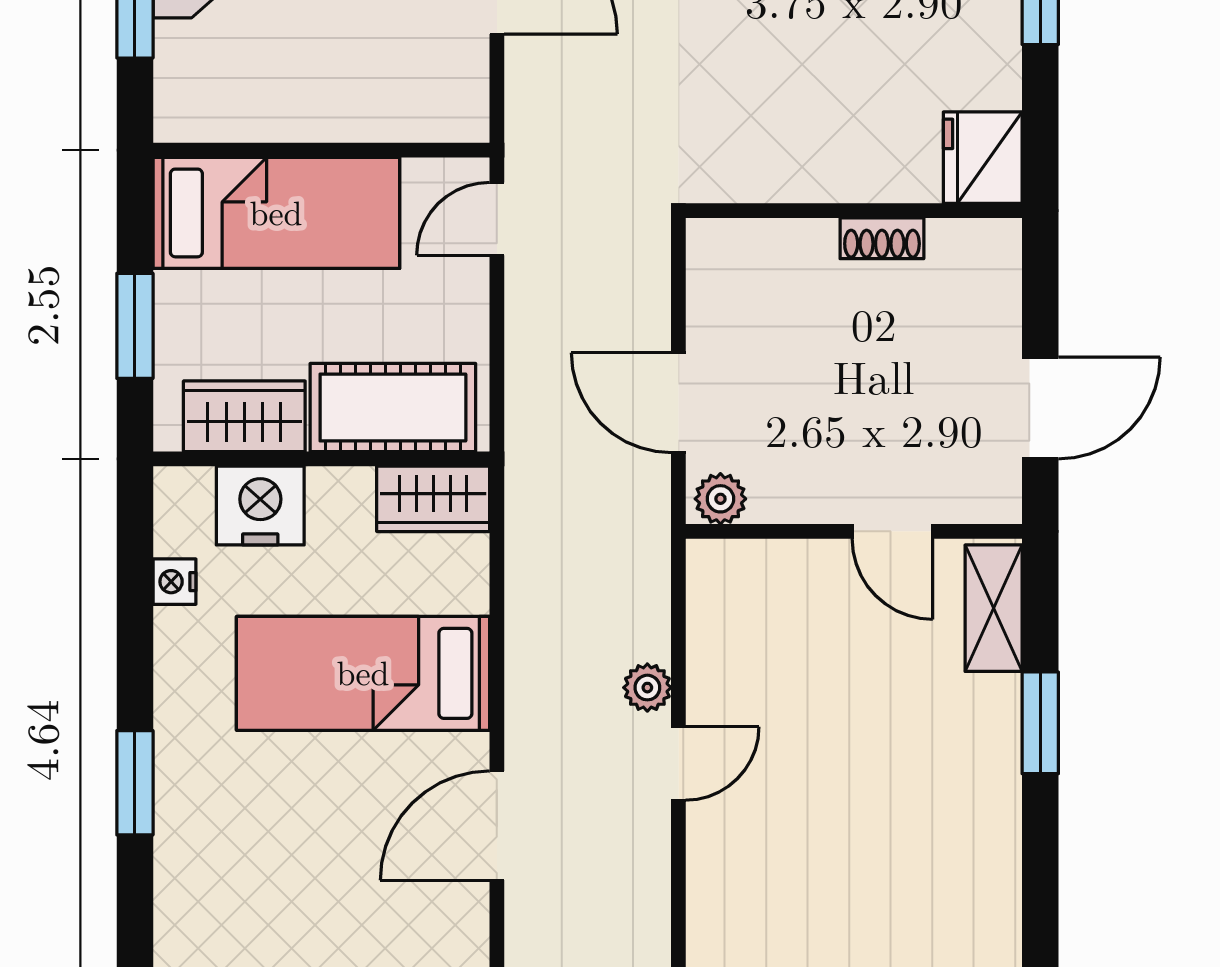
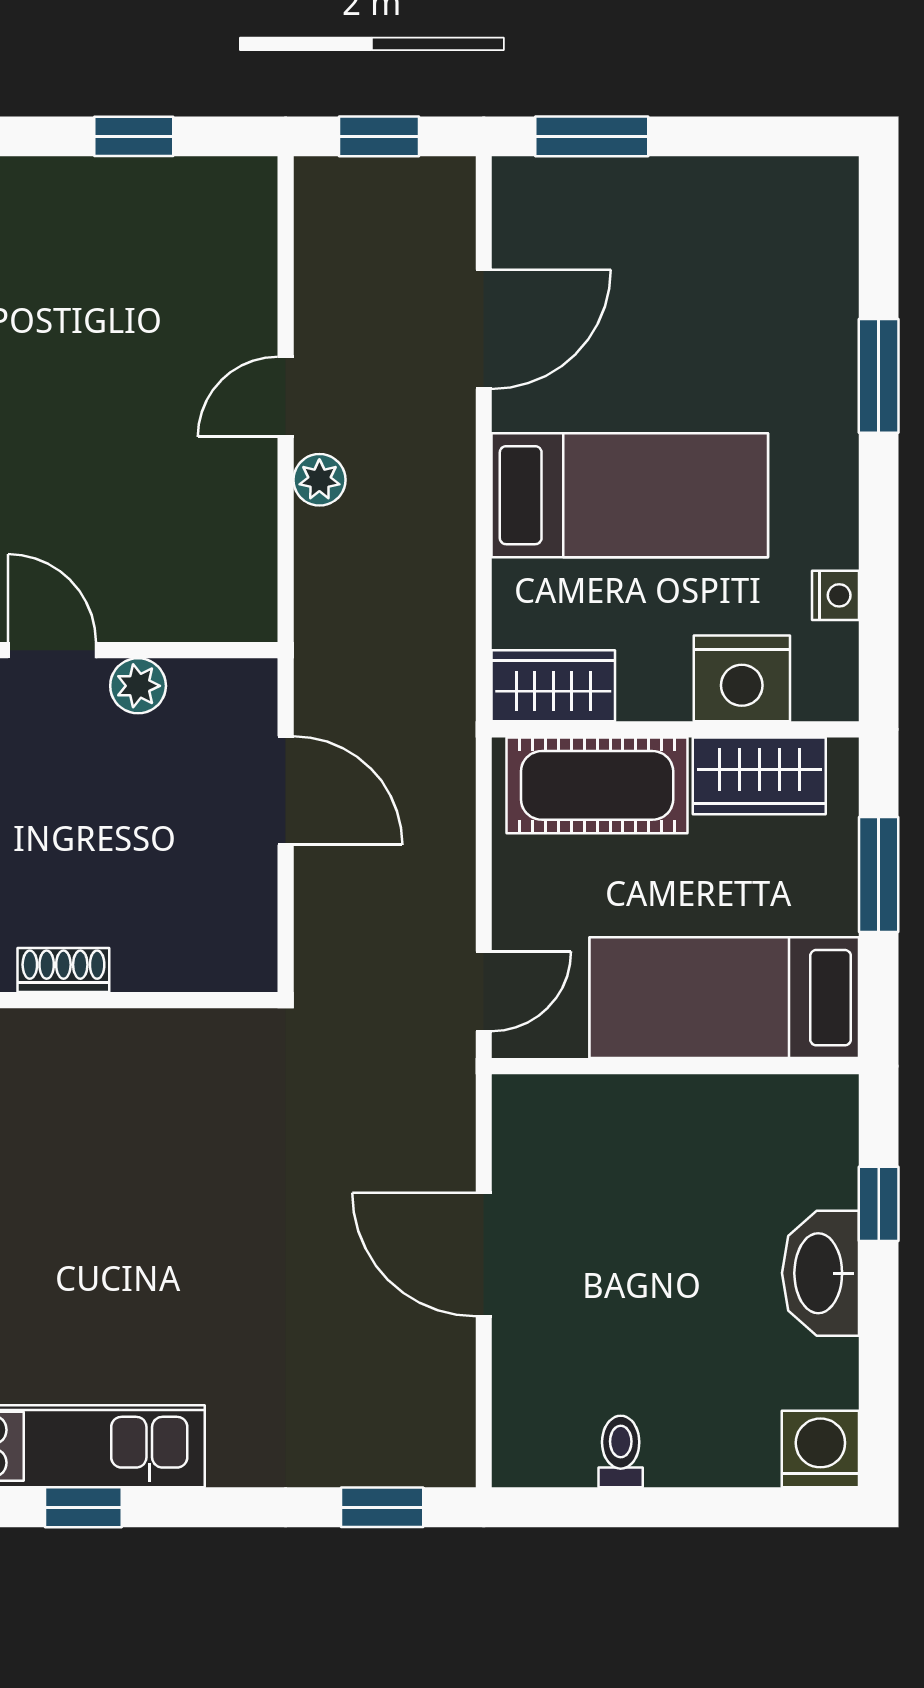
plant: (720, 499) -> (138, 686), moved

